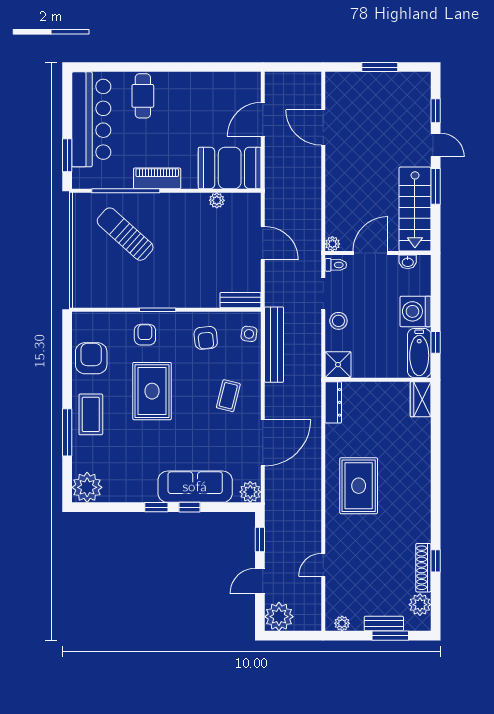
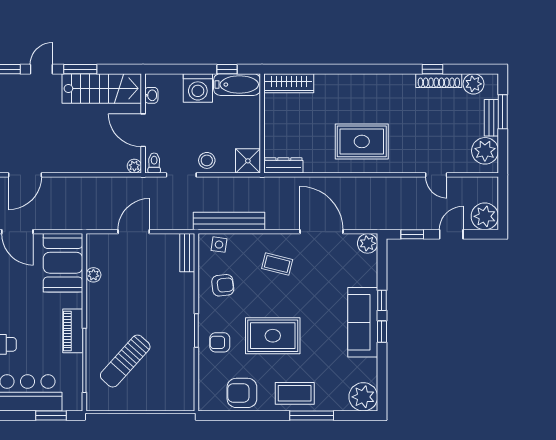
wardrobe: (421, 399) -> (289, 83), width x1.50
sofa: (195, 487) -> (363, 322), moved
door: (260, 581) -> (451, 234), swing flipped
plant: (342, 623) -> (485, 151), width x1.87, depth x1.87

